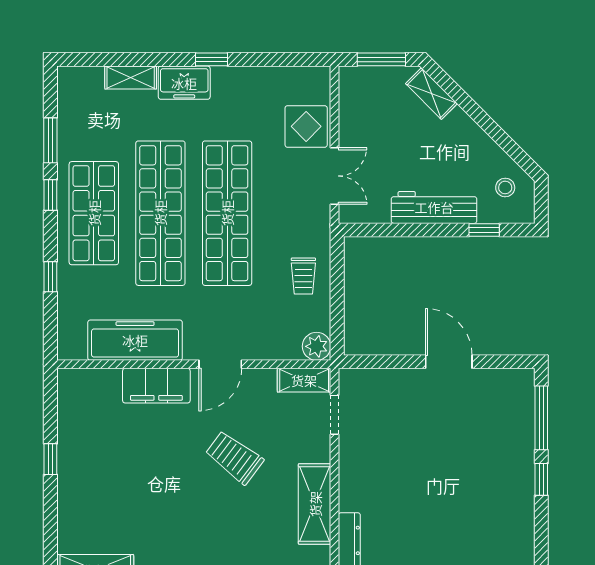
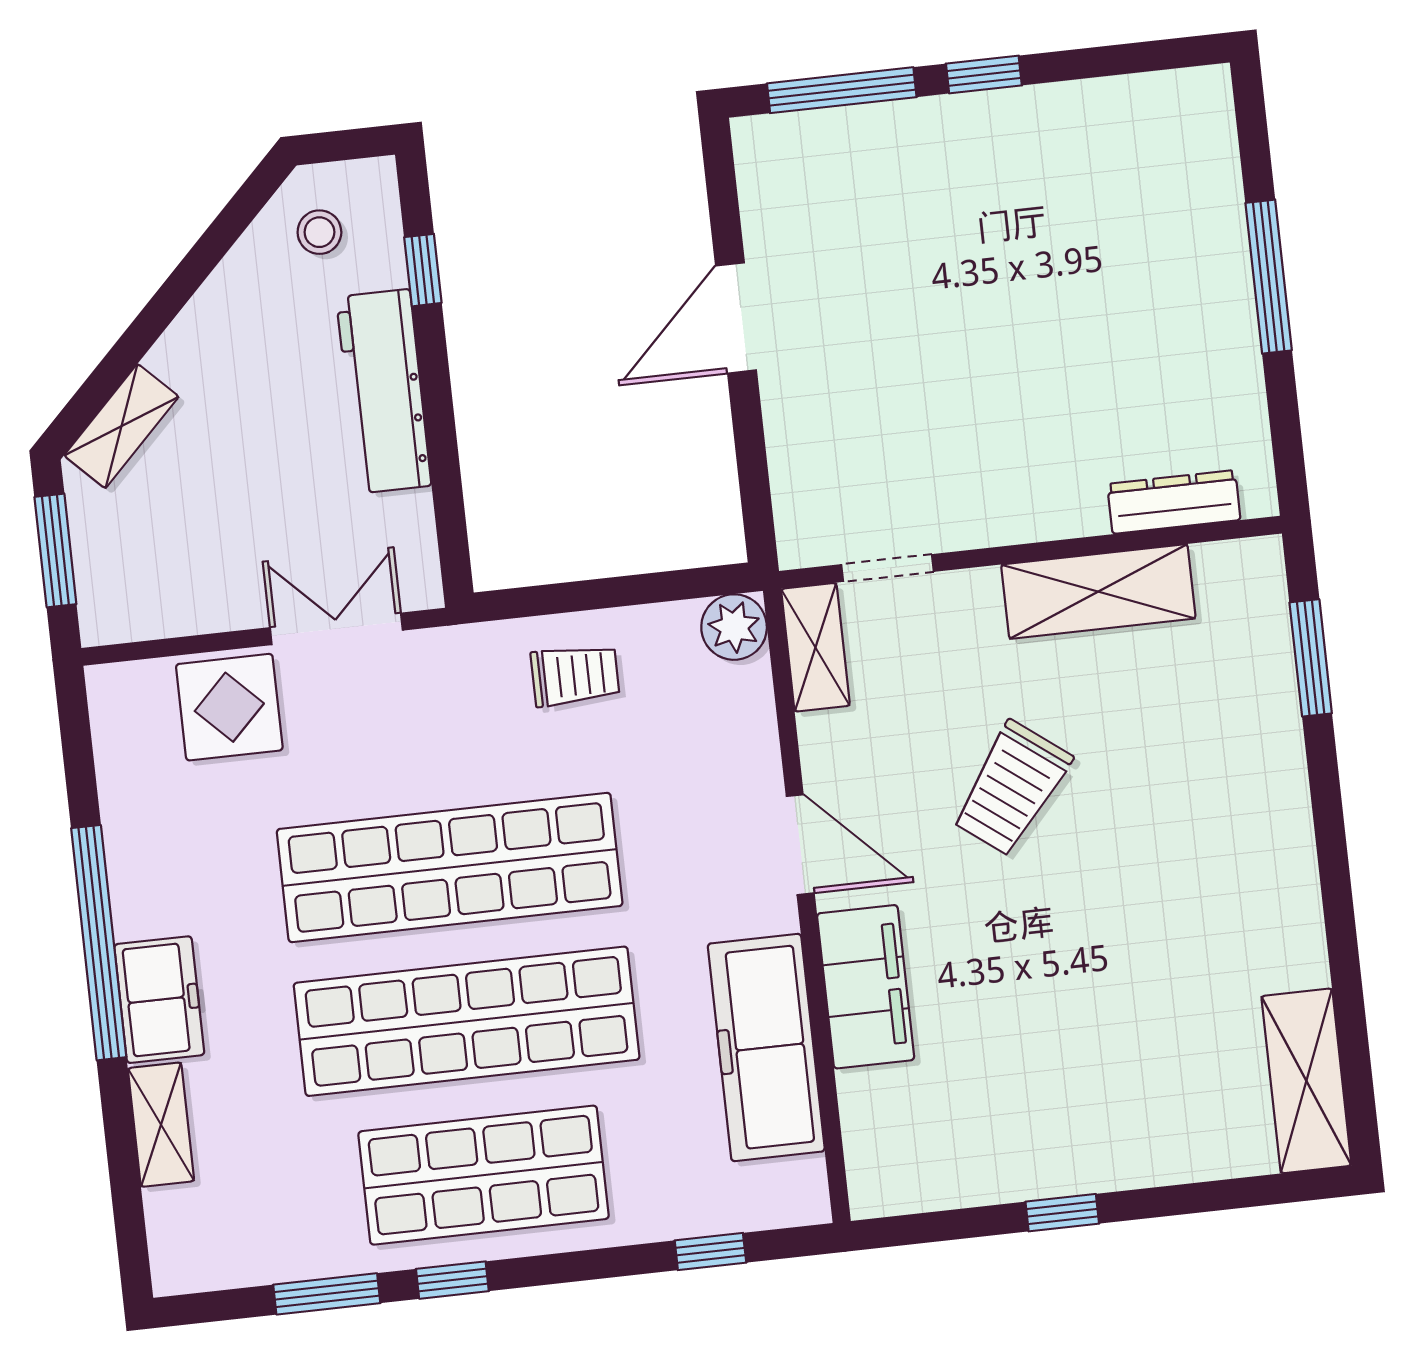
window: (211, 59) -> (99, 943), width x3.17
window: (50, 277) -> (710, 1252), moved

